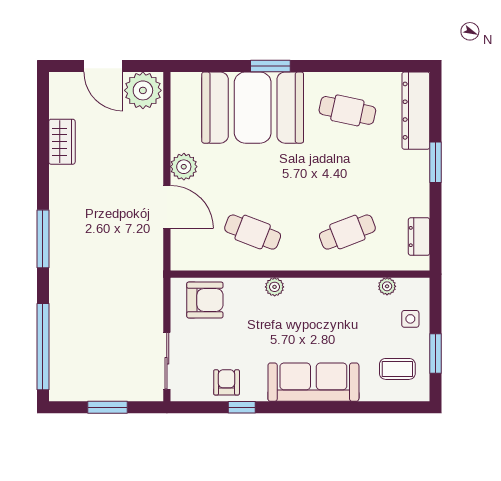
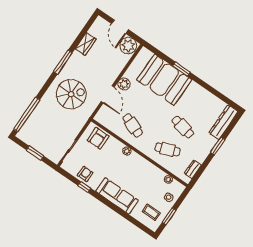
cafe table: (347, 110) -> (183, 127), moved
window: (43, 239) -> (63, 62), moved
spiral stairs: (99, 253) -> (71, 94), added
armchair: (205, 300) -> (98, 138), turned 90

